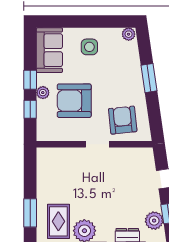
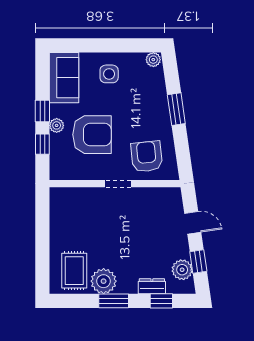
armchair: (74, 101) -> (92, 135), turned 180
window: (30, 213) -> (42, 261), removed

